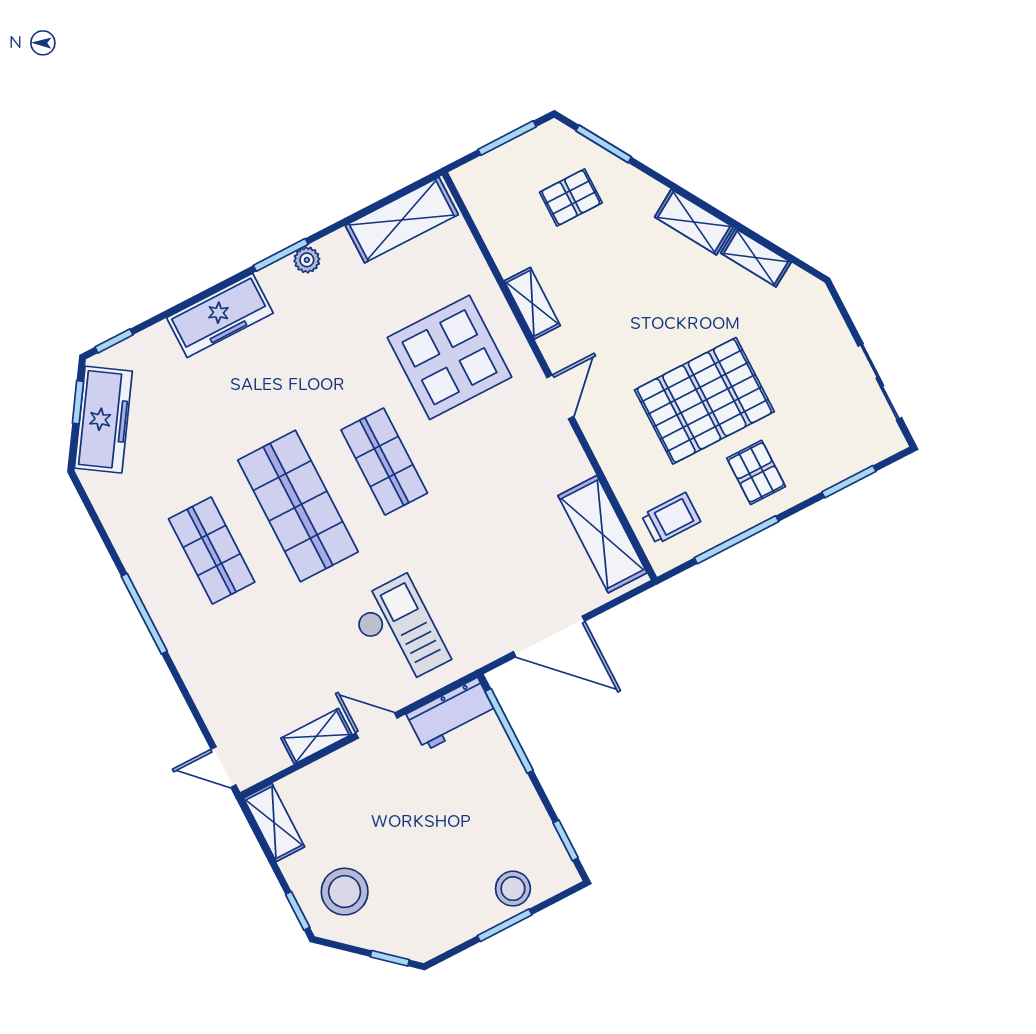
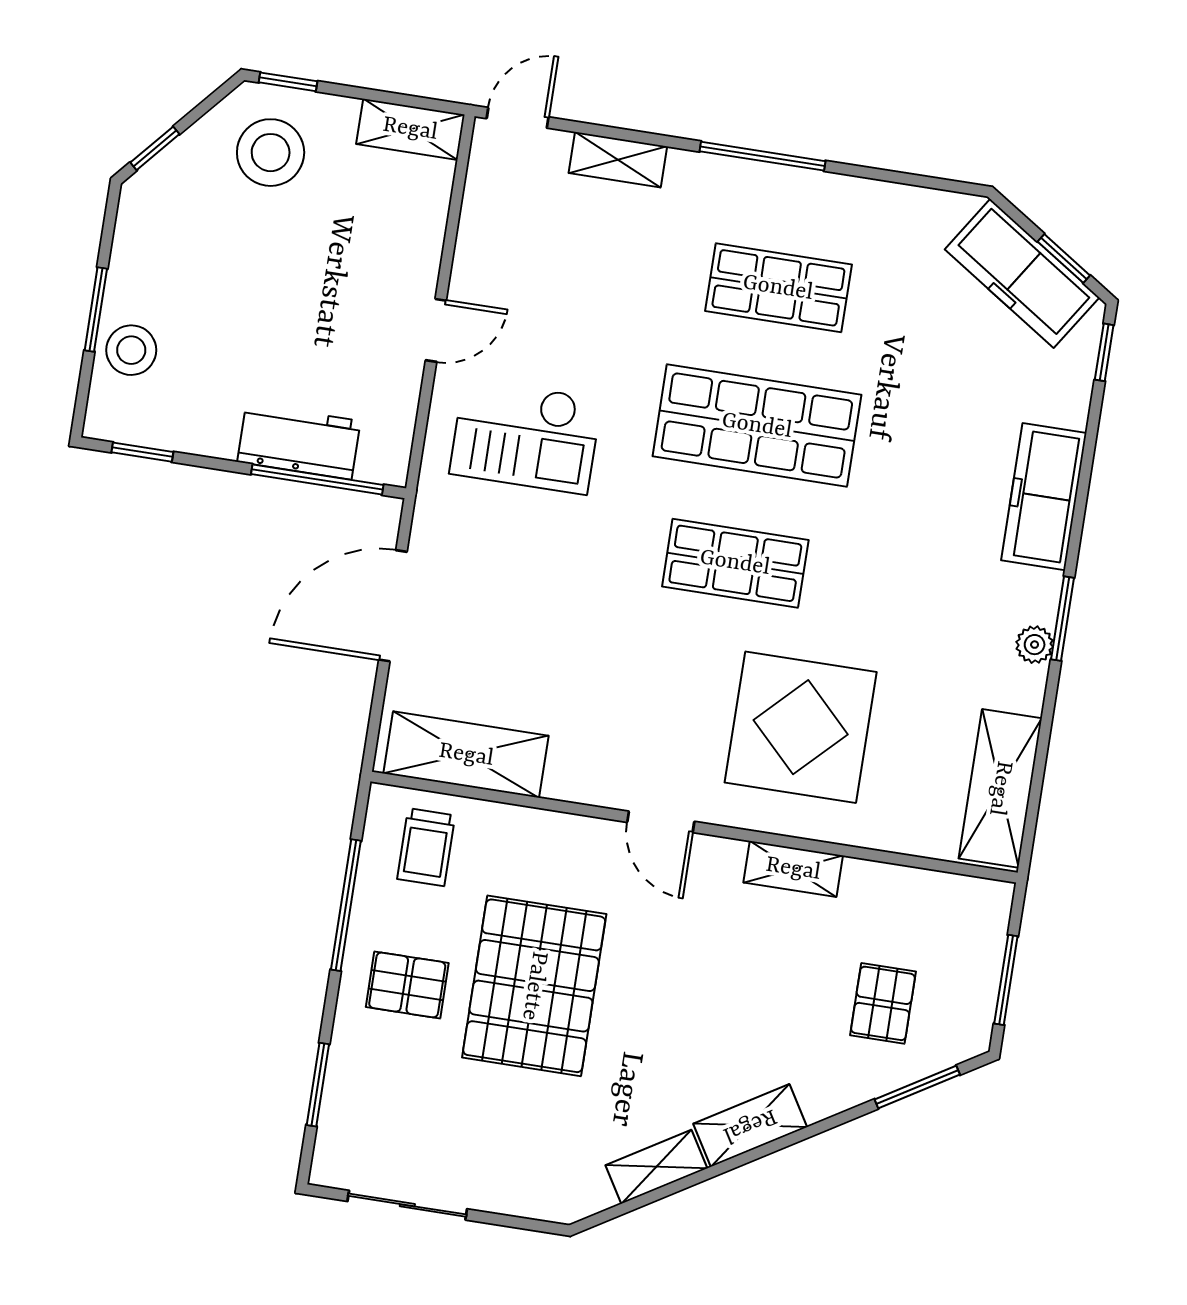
workbench: (451, 714) -> (299, 441), moved, turned 90
shelving: (316, 736) -> (618, 160), moved, turned 90

